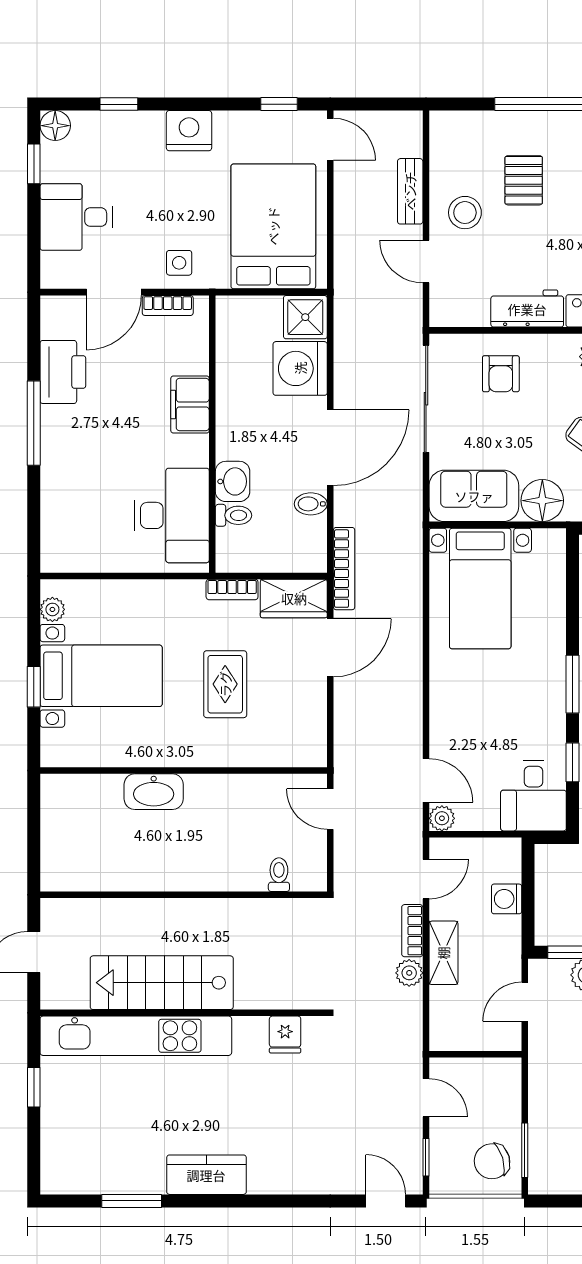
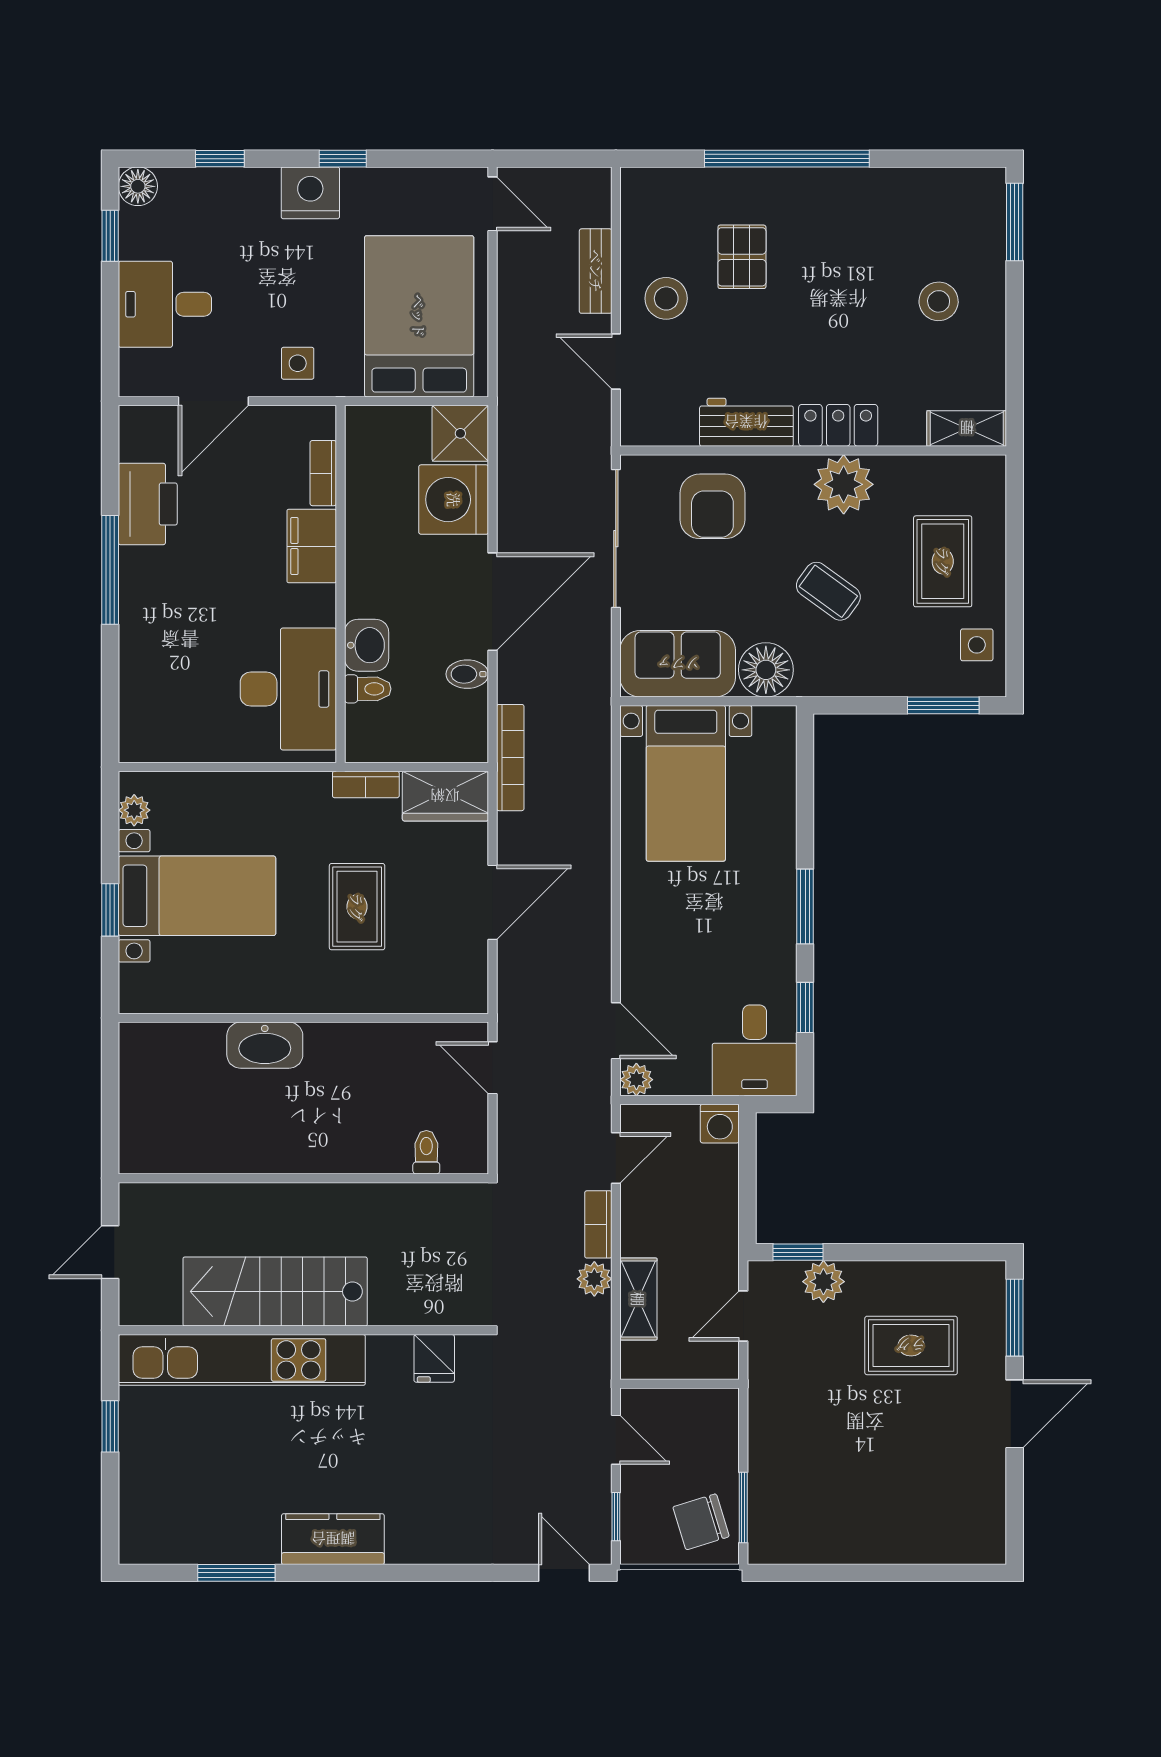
window: (279, 104) -> (343, 159), moved
bookcase: (168, 305) -> (323, 473), moved, turned 90
armchair: (501, 374) -> (712, 506), width x1.38, depth x1.38
door: (330, 648) -> (493, 902), moved
washing machine: (507, 899) -> (720, 1124), moved, turned -90
shelving: (443, 953) -> (638, 1299), moved

